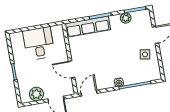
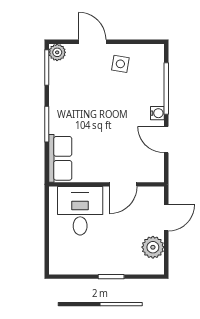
plant: (126, 18) -> (57, 52), moved
row of seats: (88, 27) -> (60, 158), width x0.68
desk: (39, 43) -> (80, 211), moved, turned 90
door: (89, 93) -> (166, 140), moved

